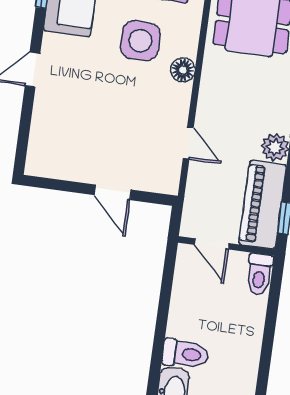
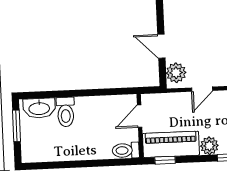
plant: (157, 177) -> (176, 73), added
door: (113, 192) -> (161, 46), hinge flipped

